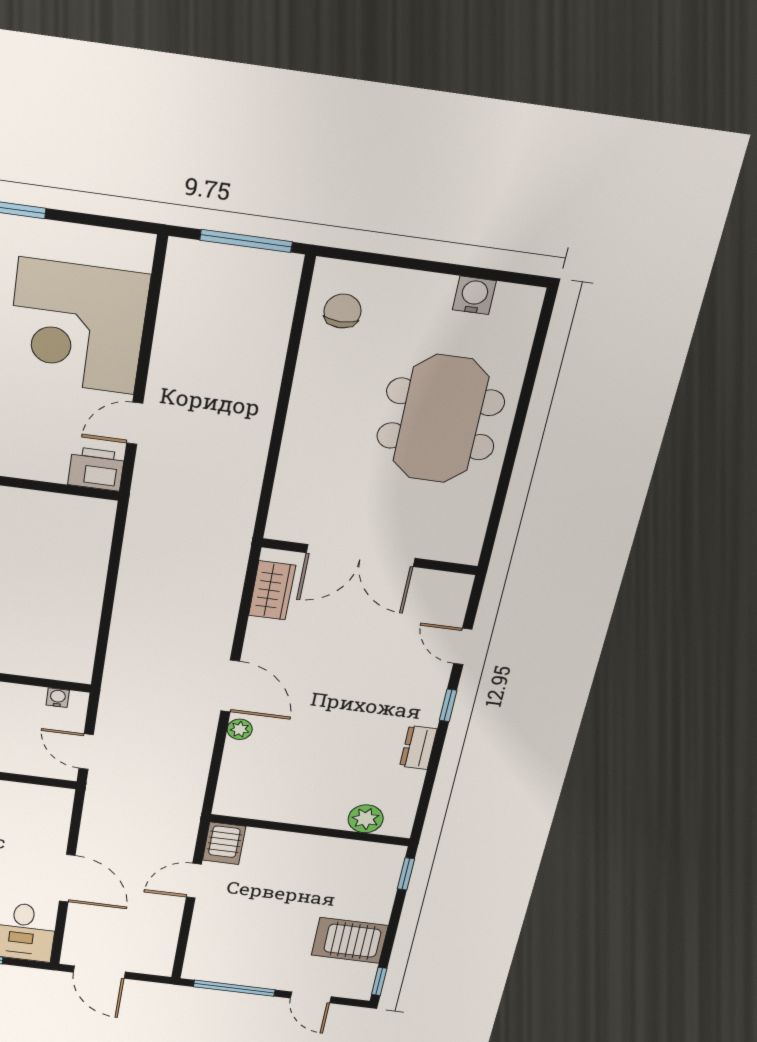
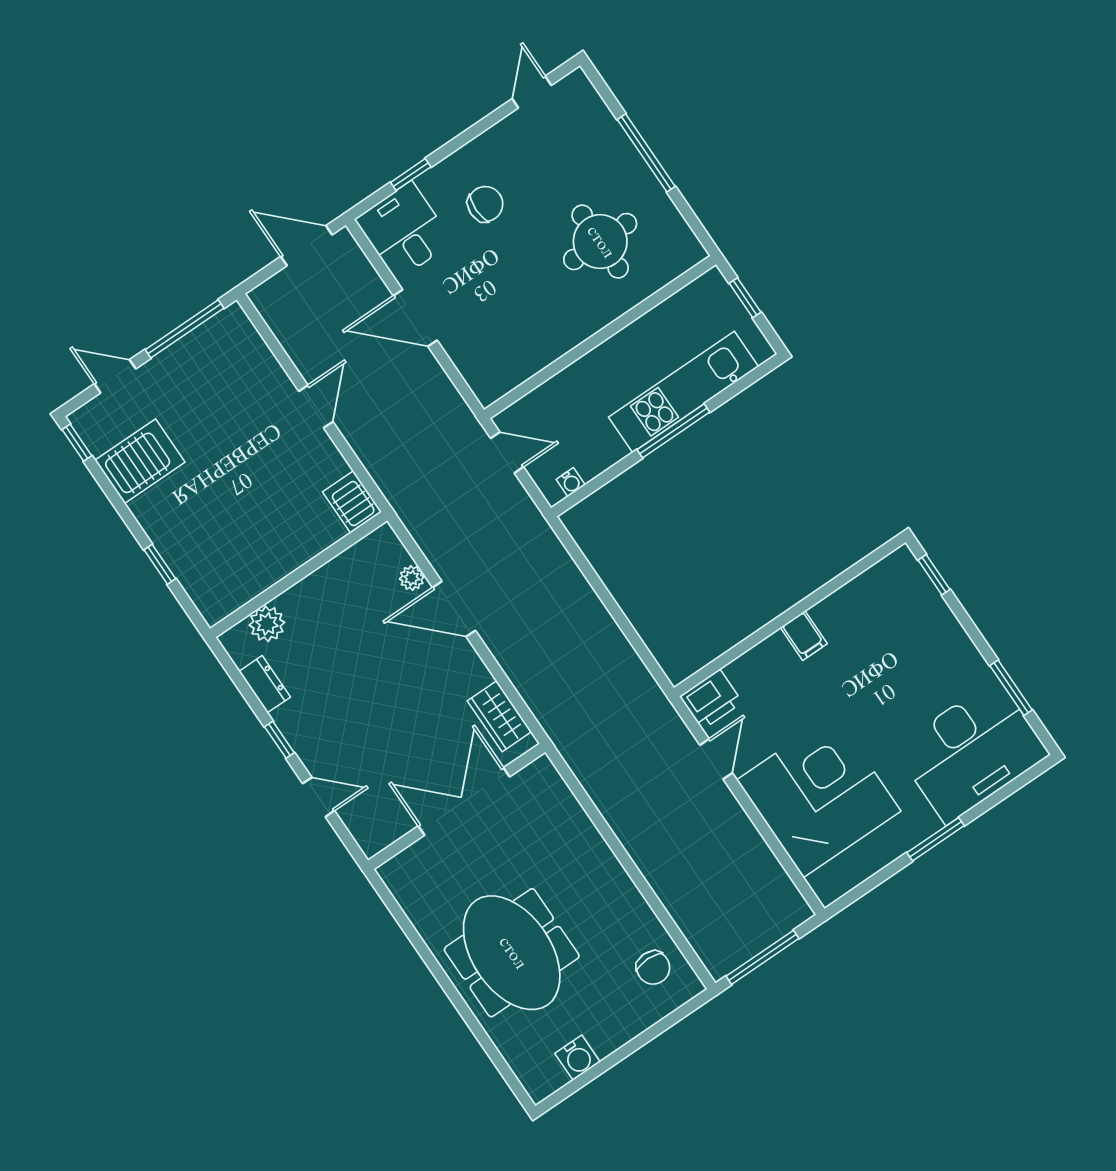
plant: (366, 819) -> (267, 624), moved
wall: (310, 830) -> (299, 575), moved
server rack: (224, 843) -> (352, 502), moved

